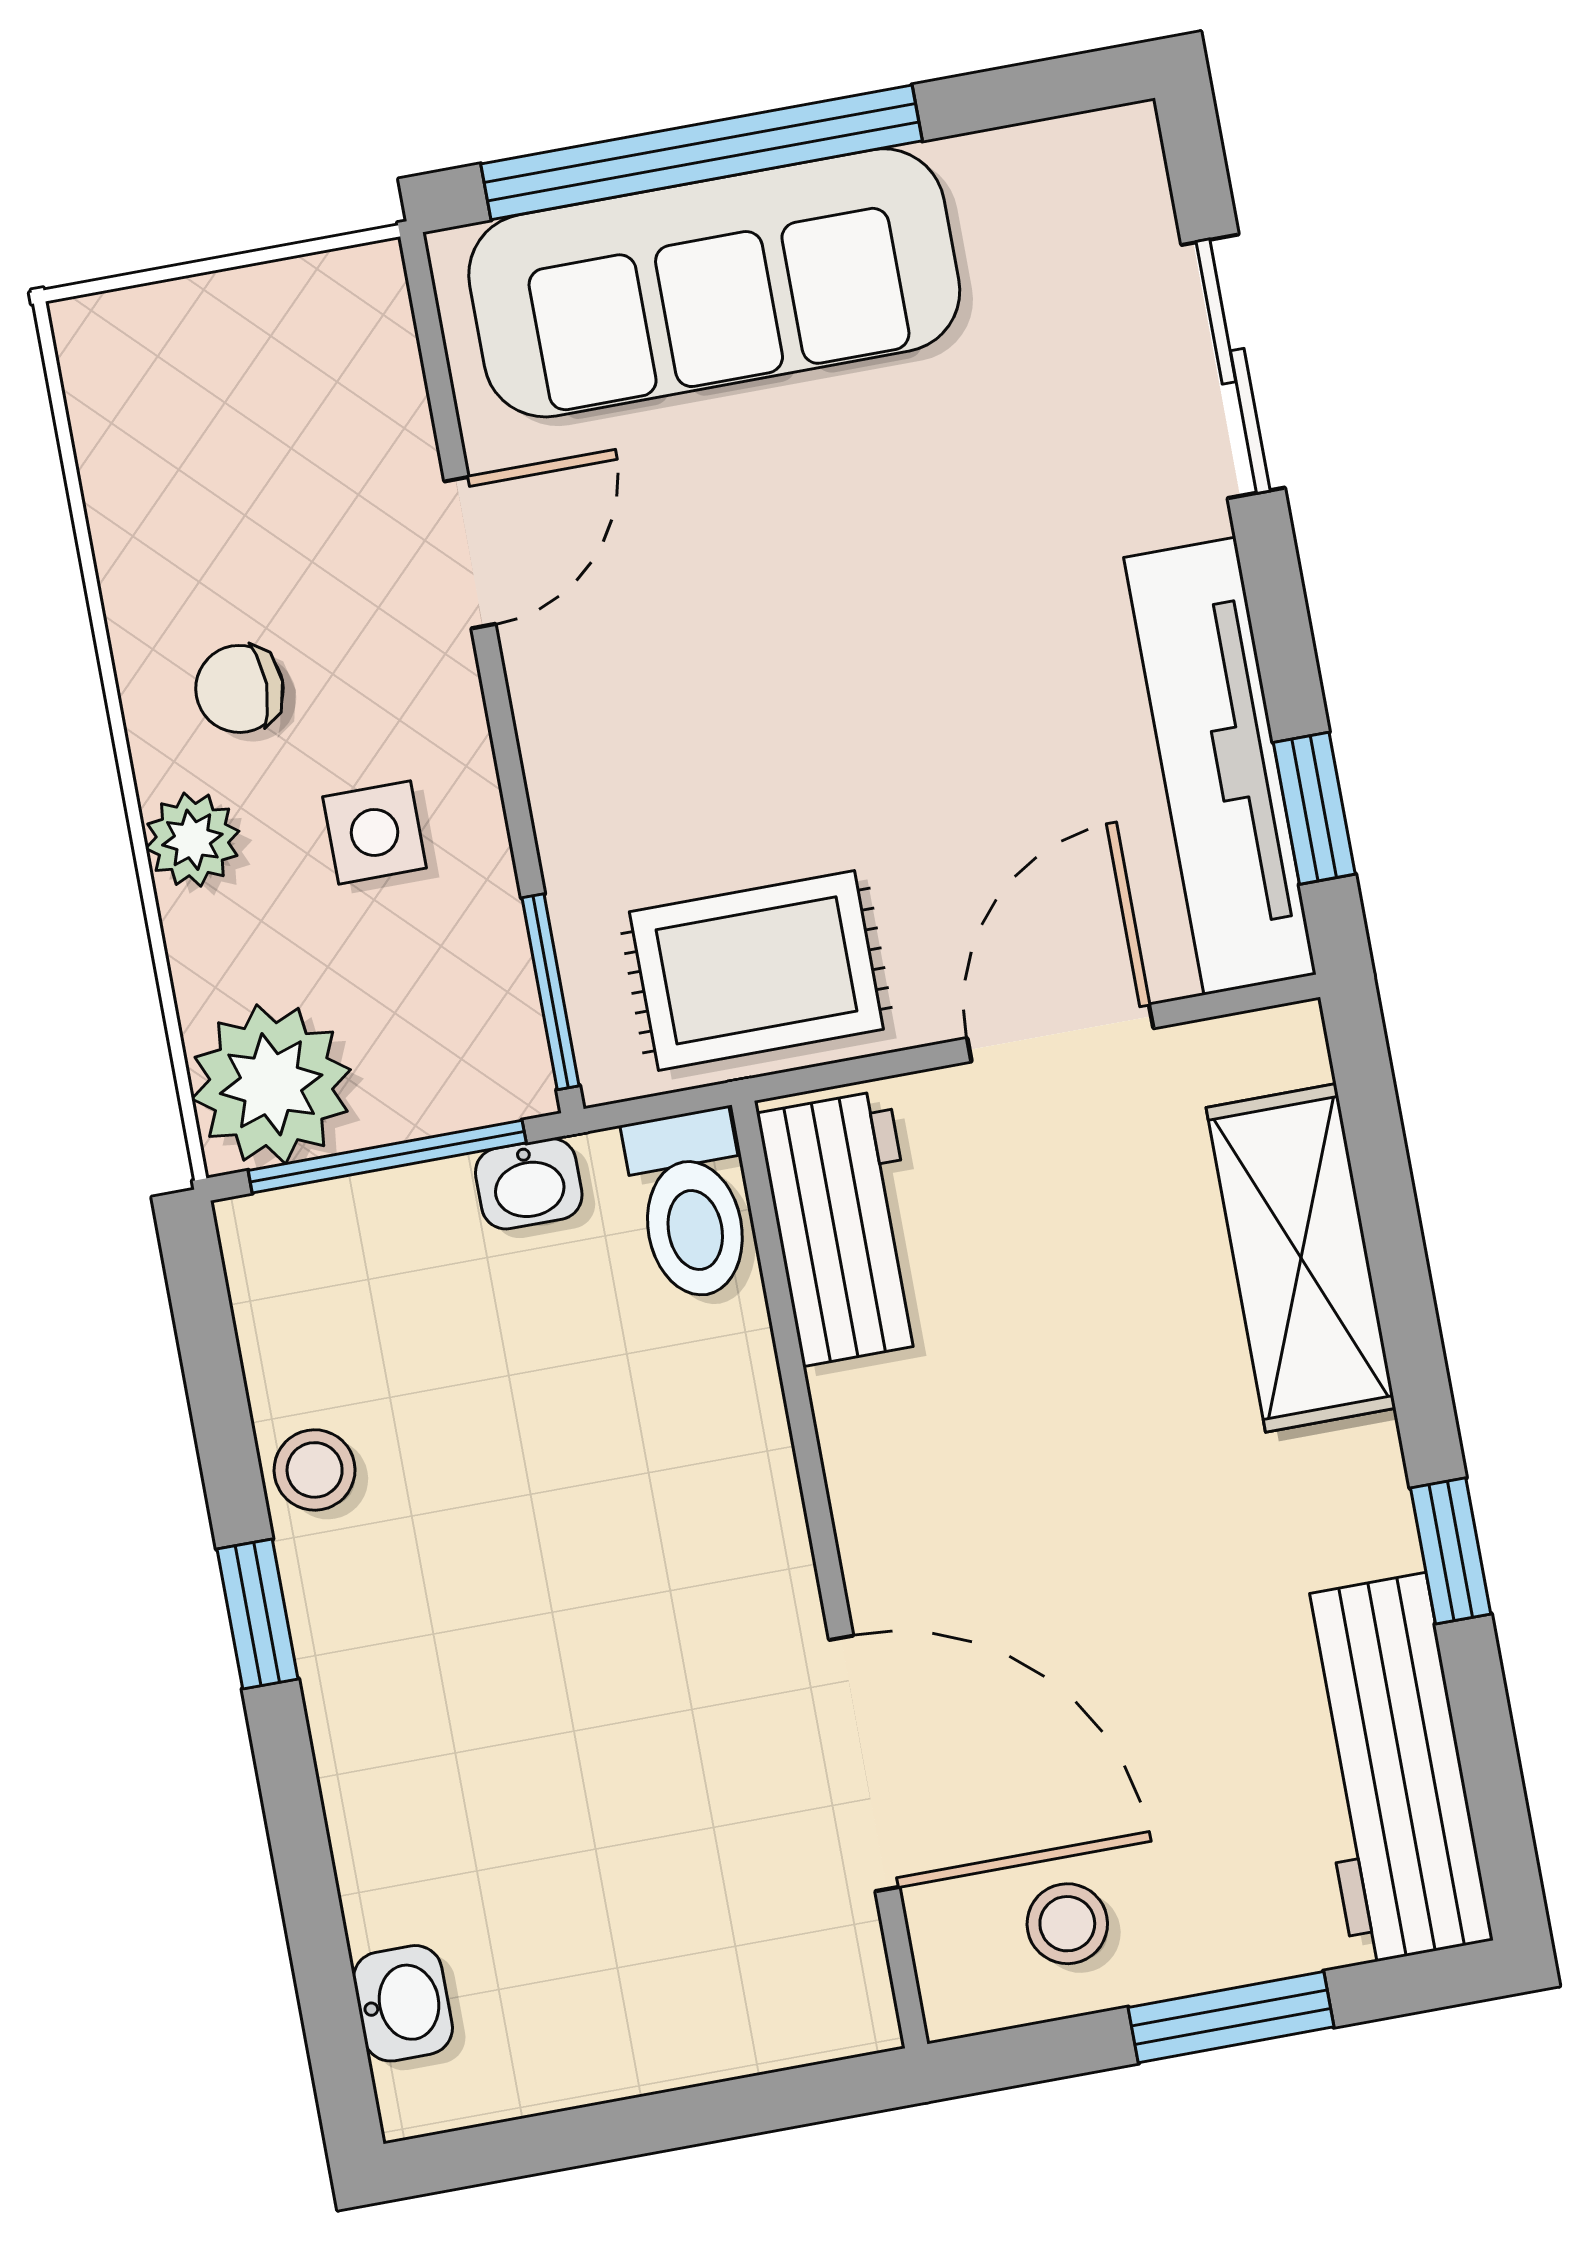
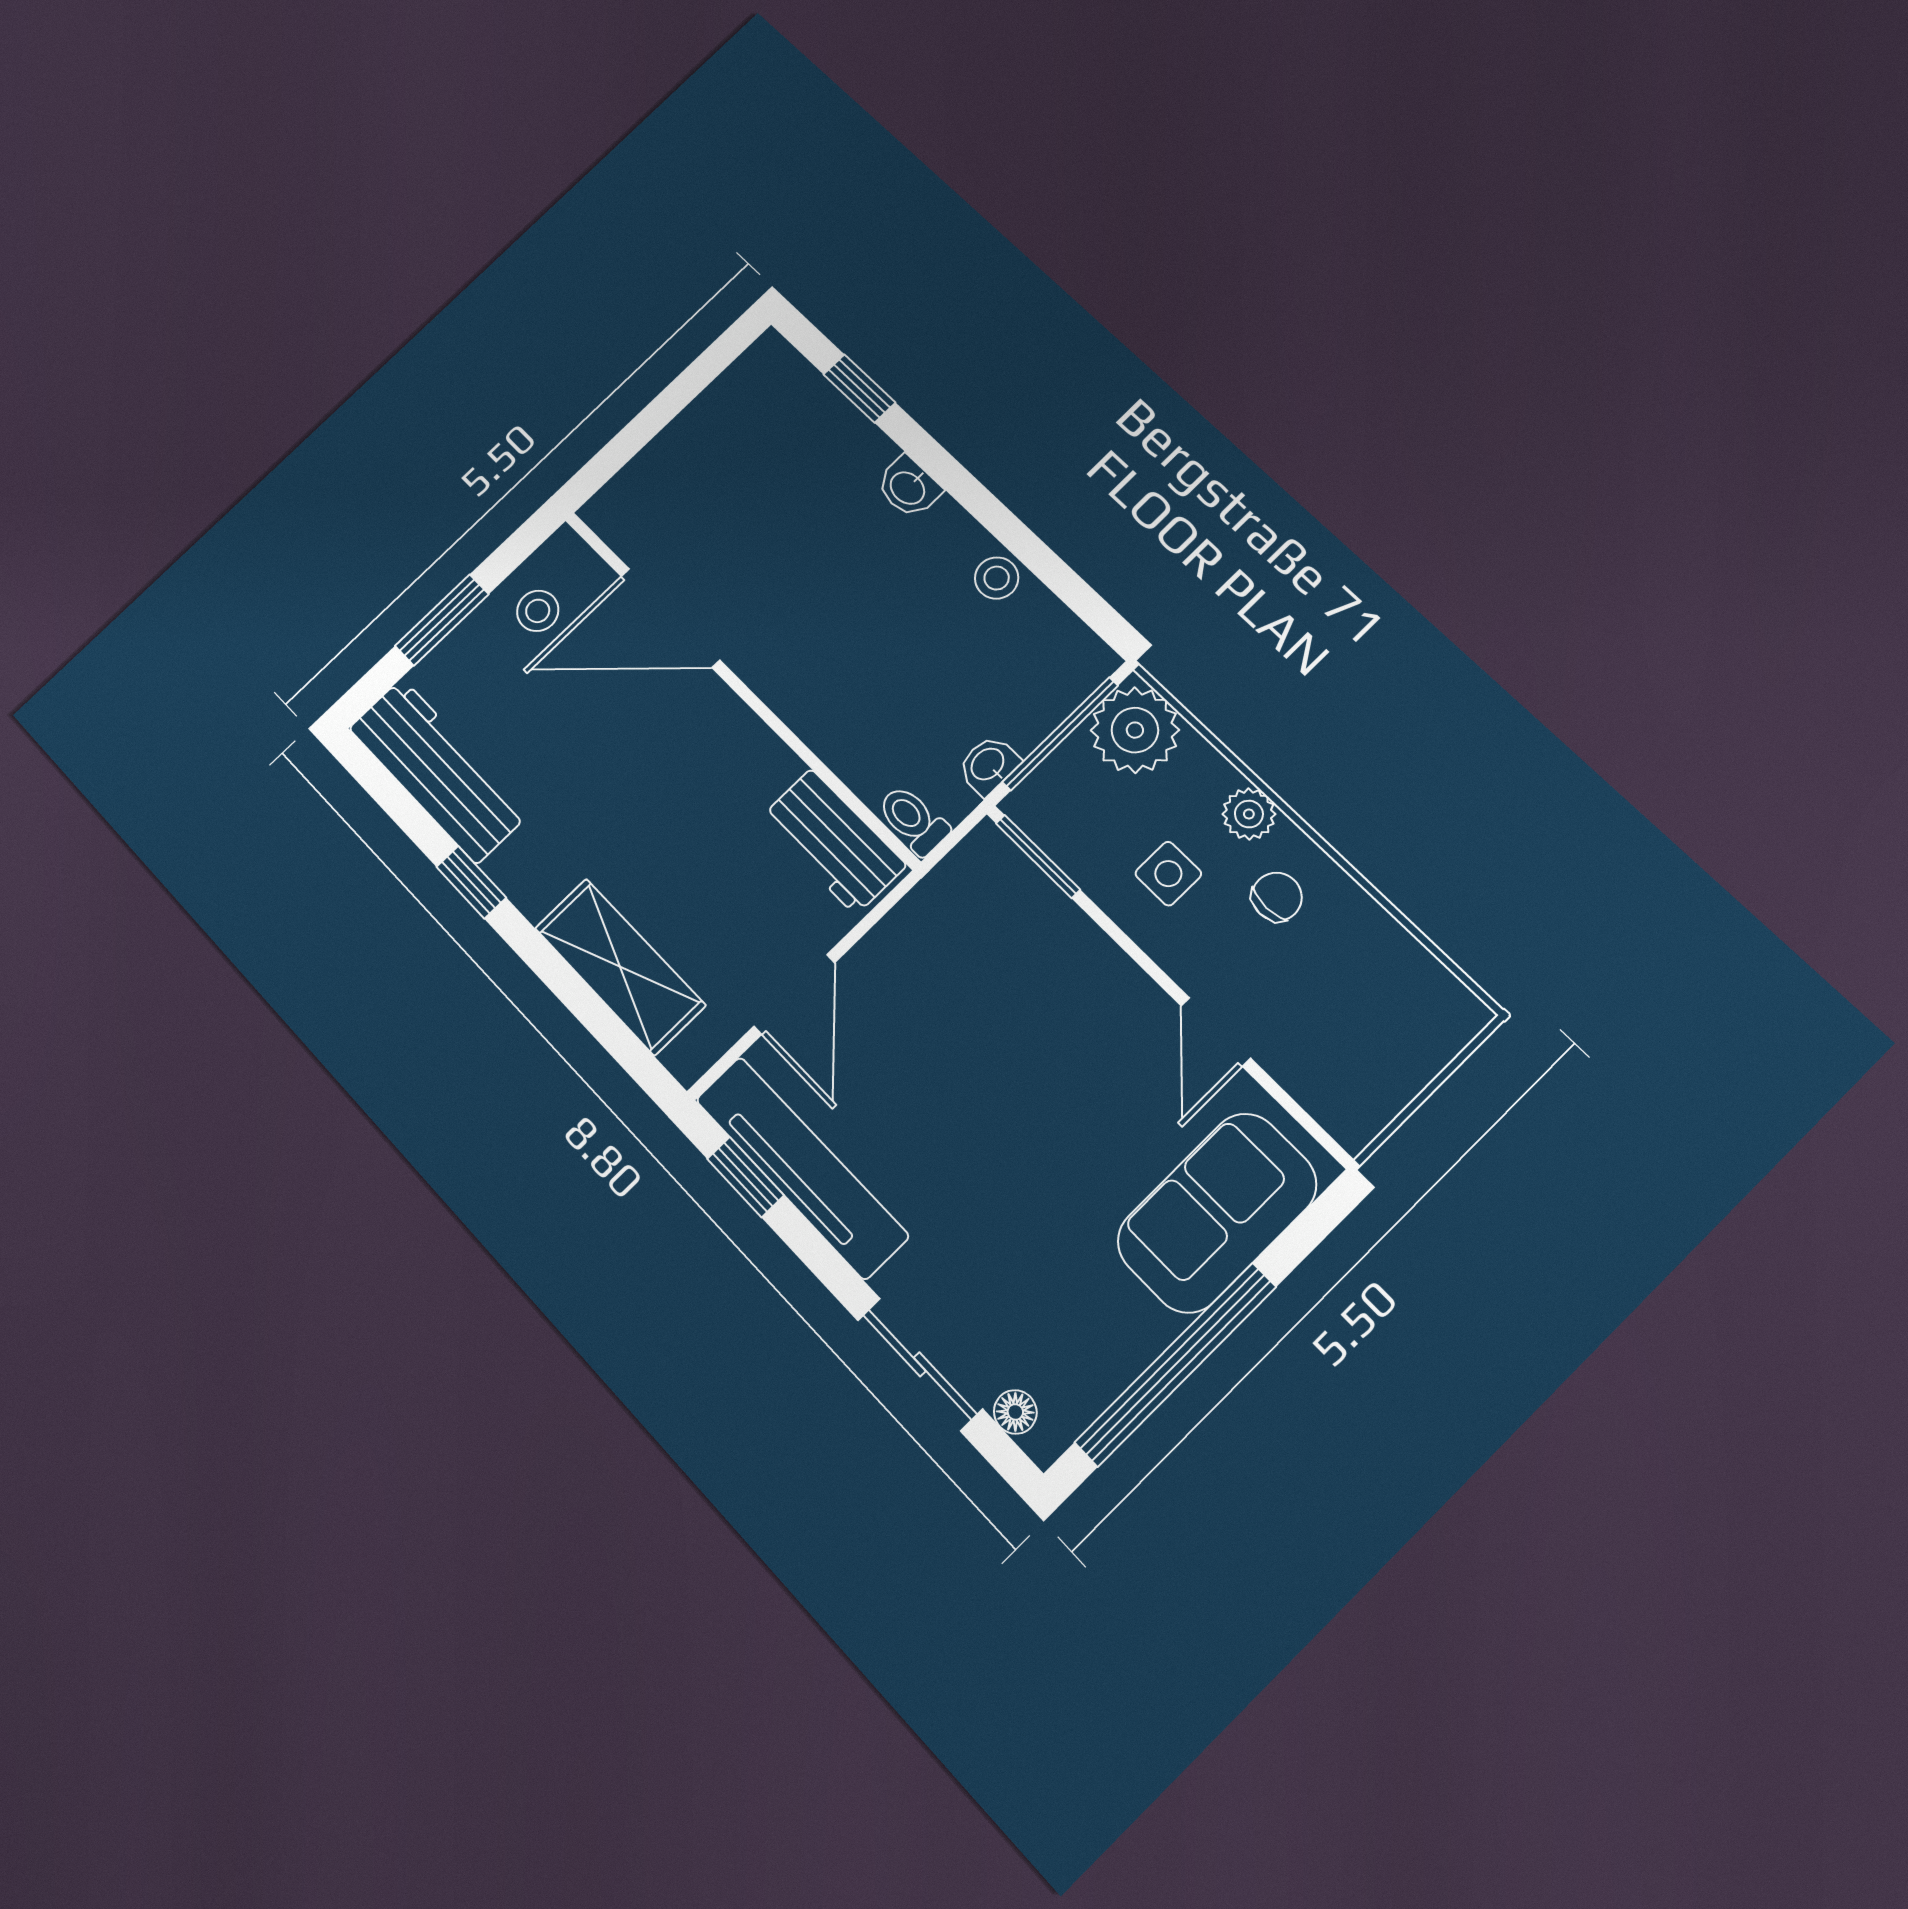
window: (702, 152) -> (1175, 1365), moved
floor lamp: (1138, 209) -> (1015, 1412), added
sofa: (714, 283) -> (1217, 1213), width x0.73
rug: (756, 970) -> (951, 929), removed
toilet: (691, 1205) -> (913, 820), width x0.73, depth x0.72
window: (257, 1614) -> (859, 389), moved
washbasin: (403, 2003) -> (908, 487), moved

